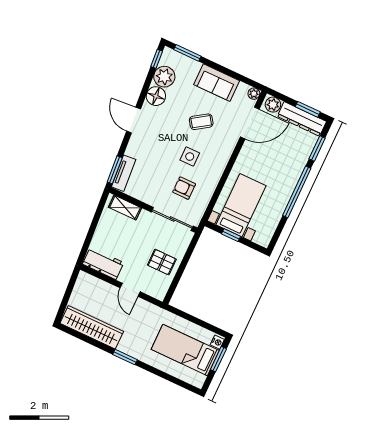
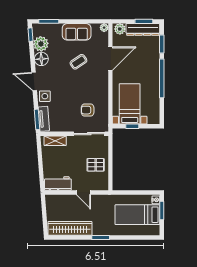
door: (250, 123) -> (110, 59), moved
side table: (190, 157) -> (45, 96), moved

